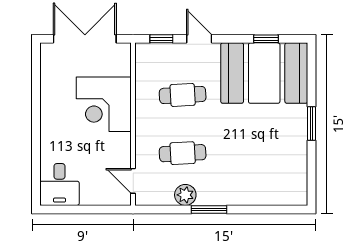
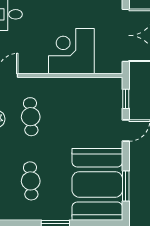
window: (266, 39) -> (126, 186), width x1.50
cafe table: (183, 95) -> (31, 181), moved

